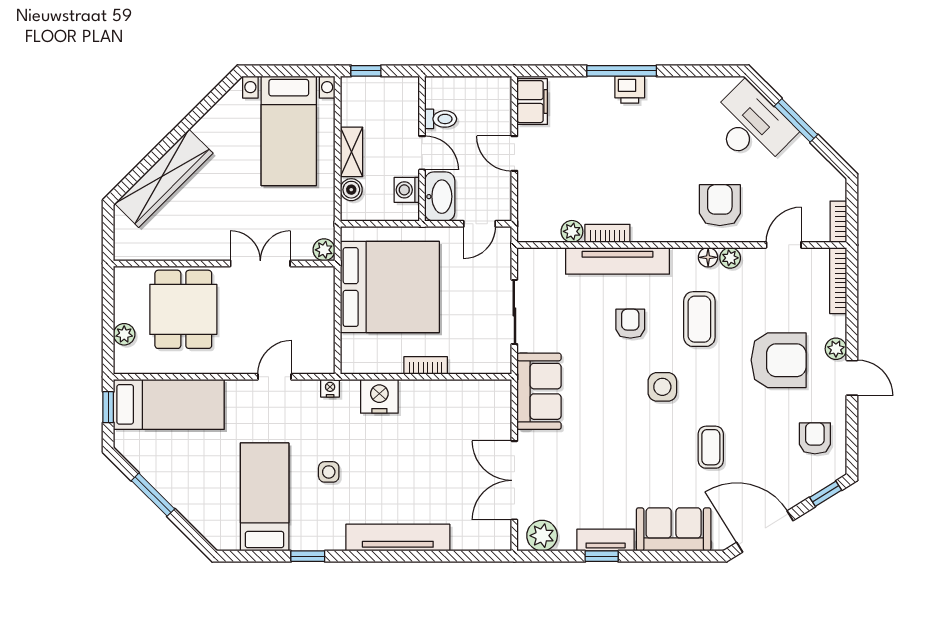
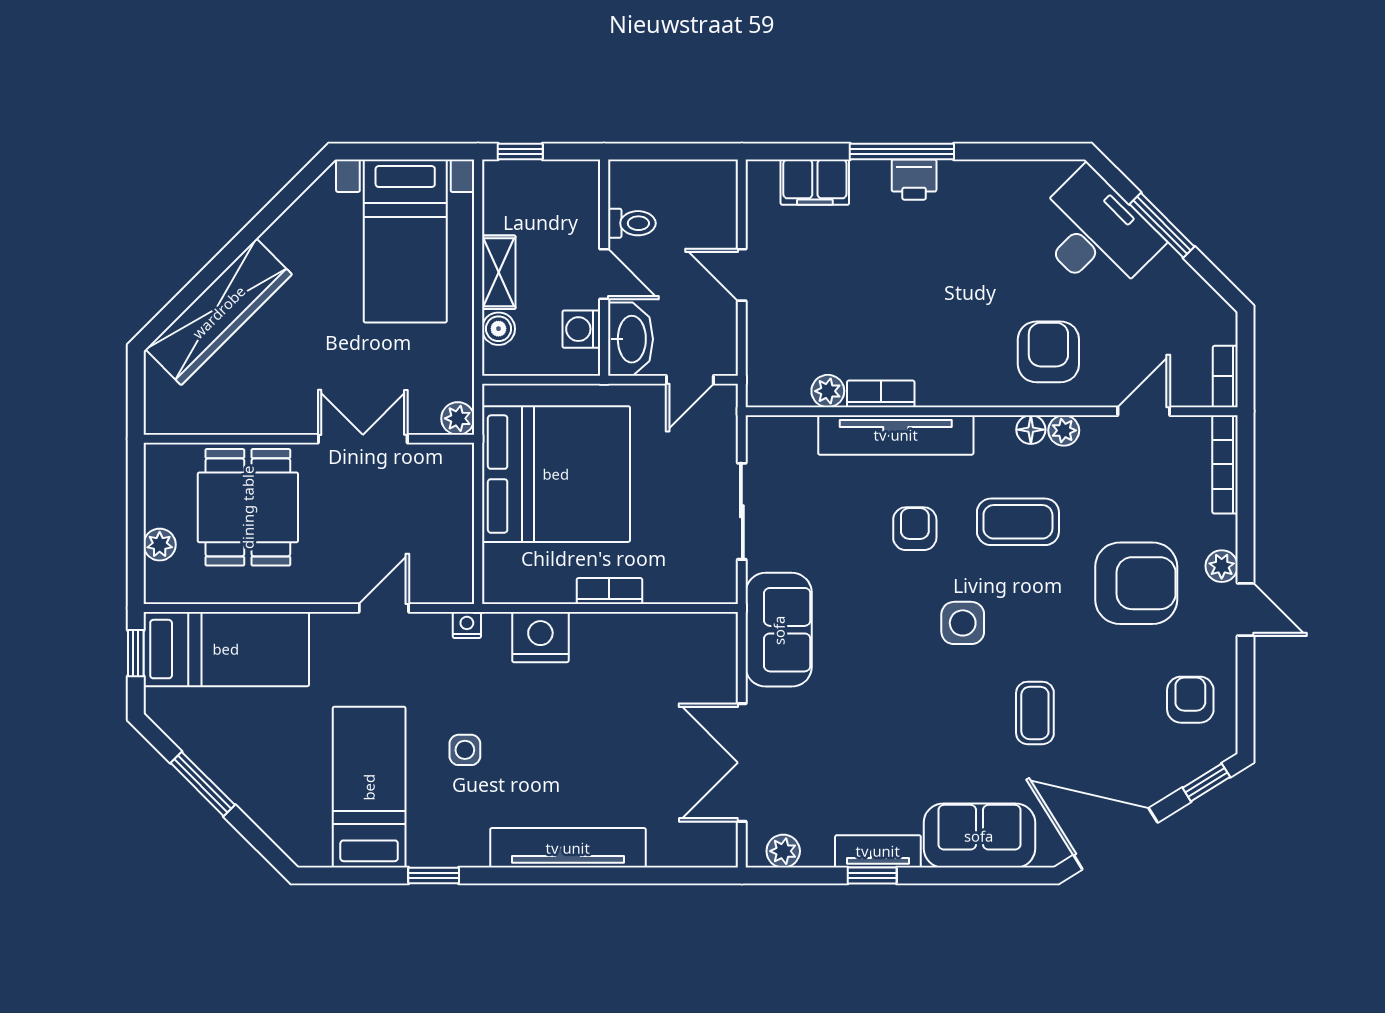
filing cabinet: (532, 102) -> (815, 182), moved, turned 90
coffee table: (699, 319) -> (1018, 522), turned 90
plant: (542, 536) -> (783, 851), width x0.73, depth x0.73

